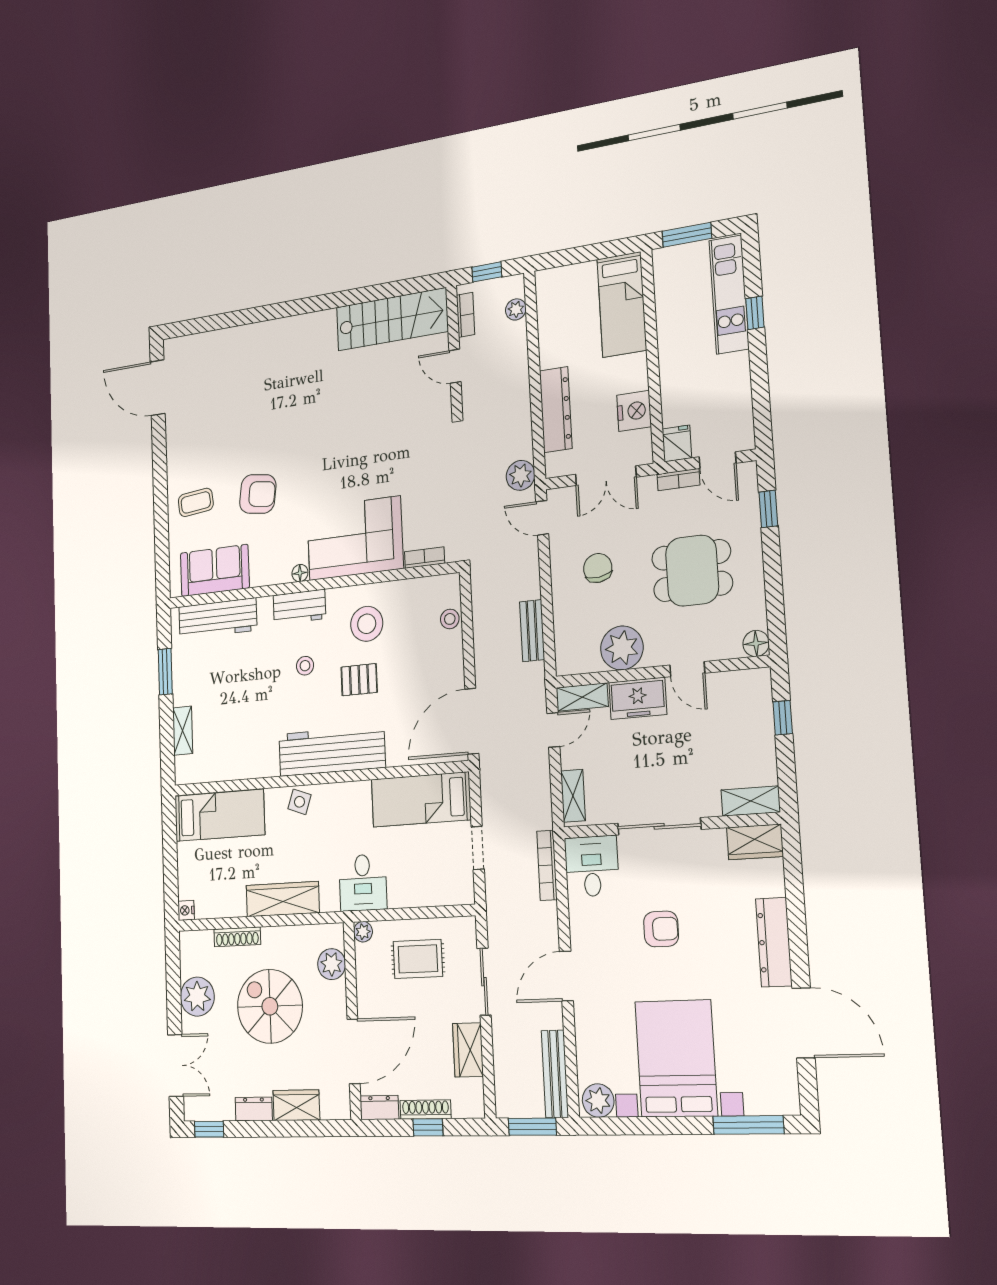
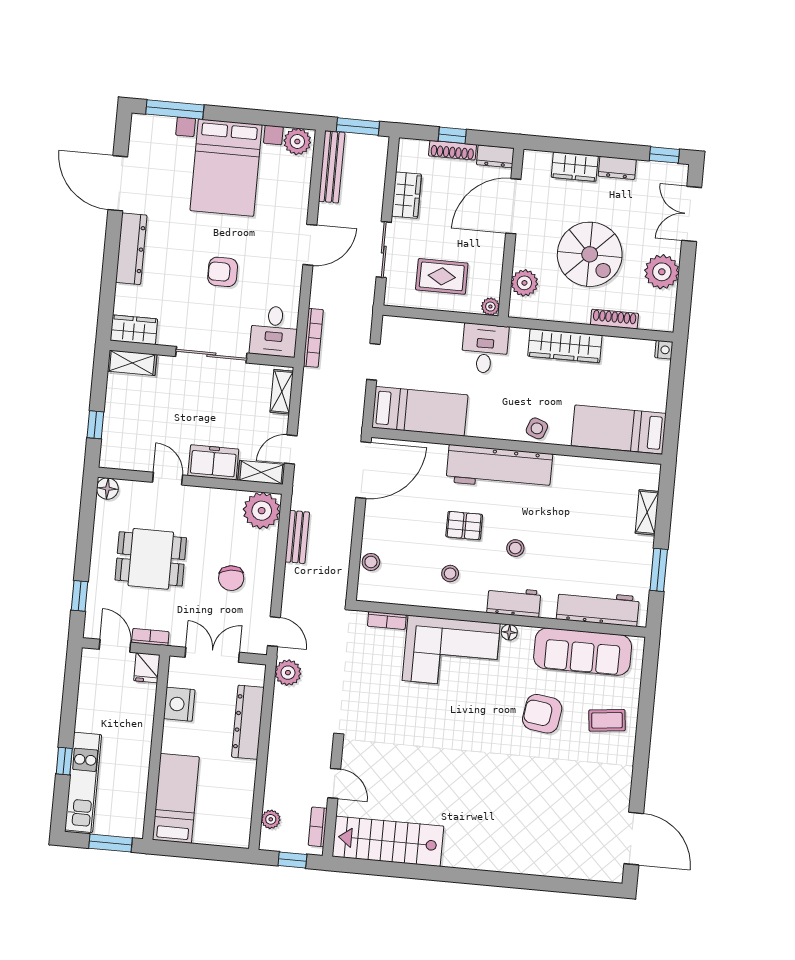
sofa: (215, 570) -> (583, 652), width x1.36
stool: (367, 624) -> (450, 574), width x0.53, depth x0.53
plant: (622, 648) -> (262, 511), moved

